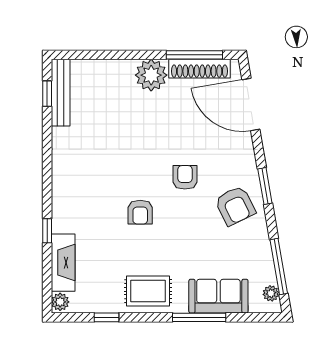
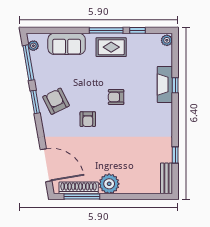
bench: (61, 93) -> (166, 178), width x0.73
window: (47, 94) -> (175, 155), moved
window: (265, 186) -> (35, 102), moved
armchair: (140, 212) -> (116, 97), turned -90
fireplace: (63, 263) -> (165, 84), moved
window: (199, 317) -> (106, 30), moved

